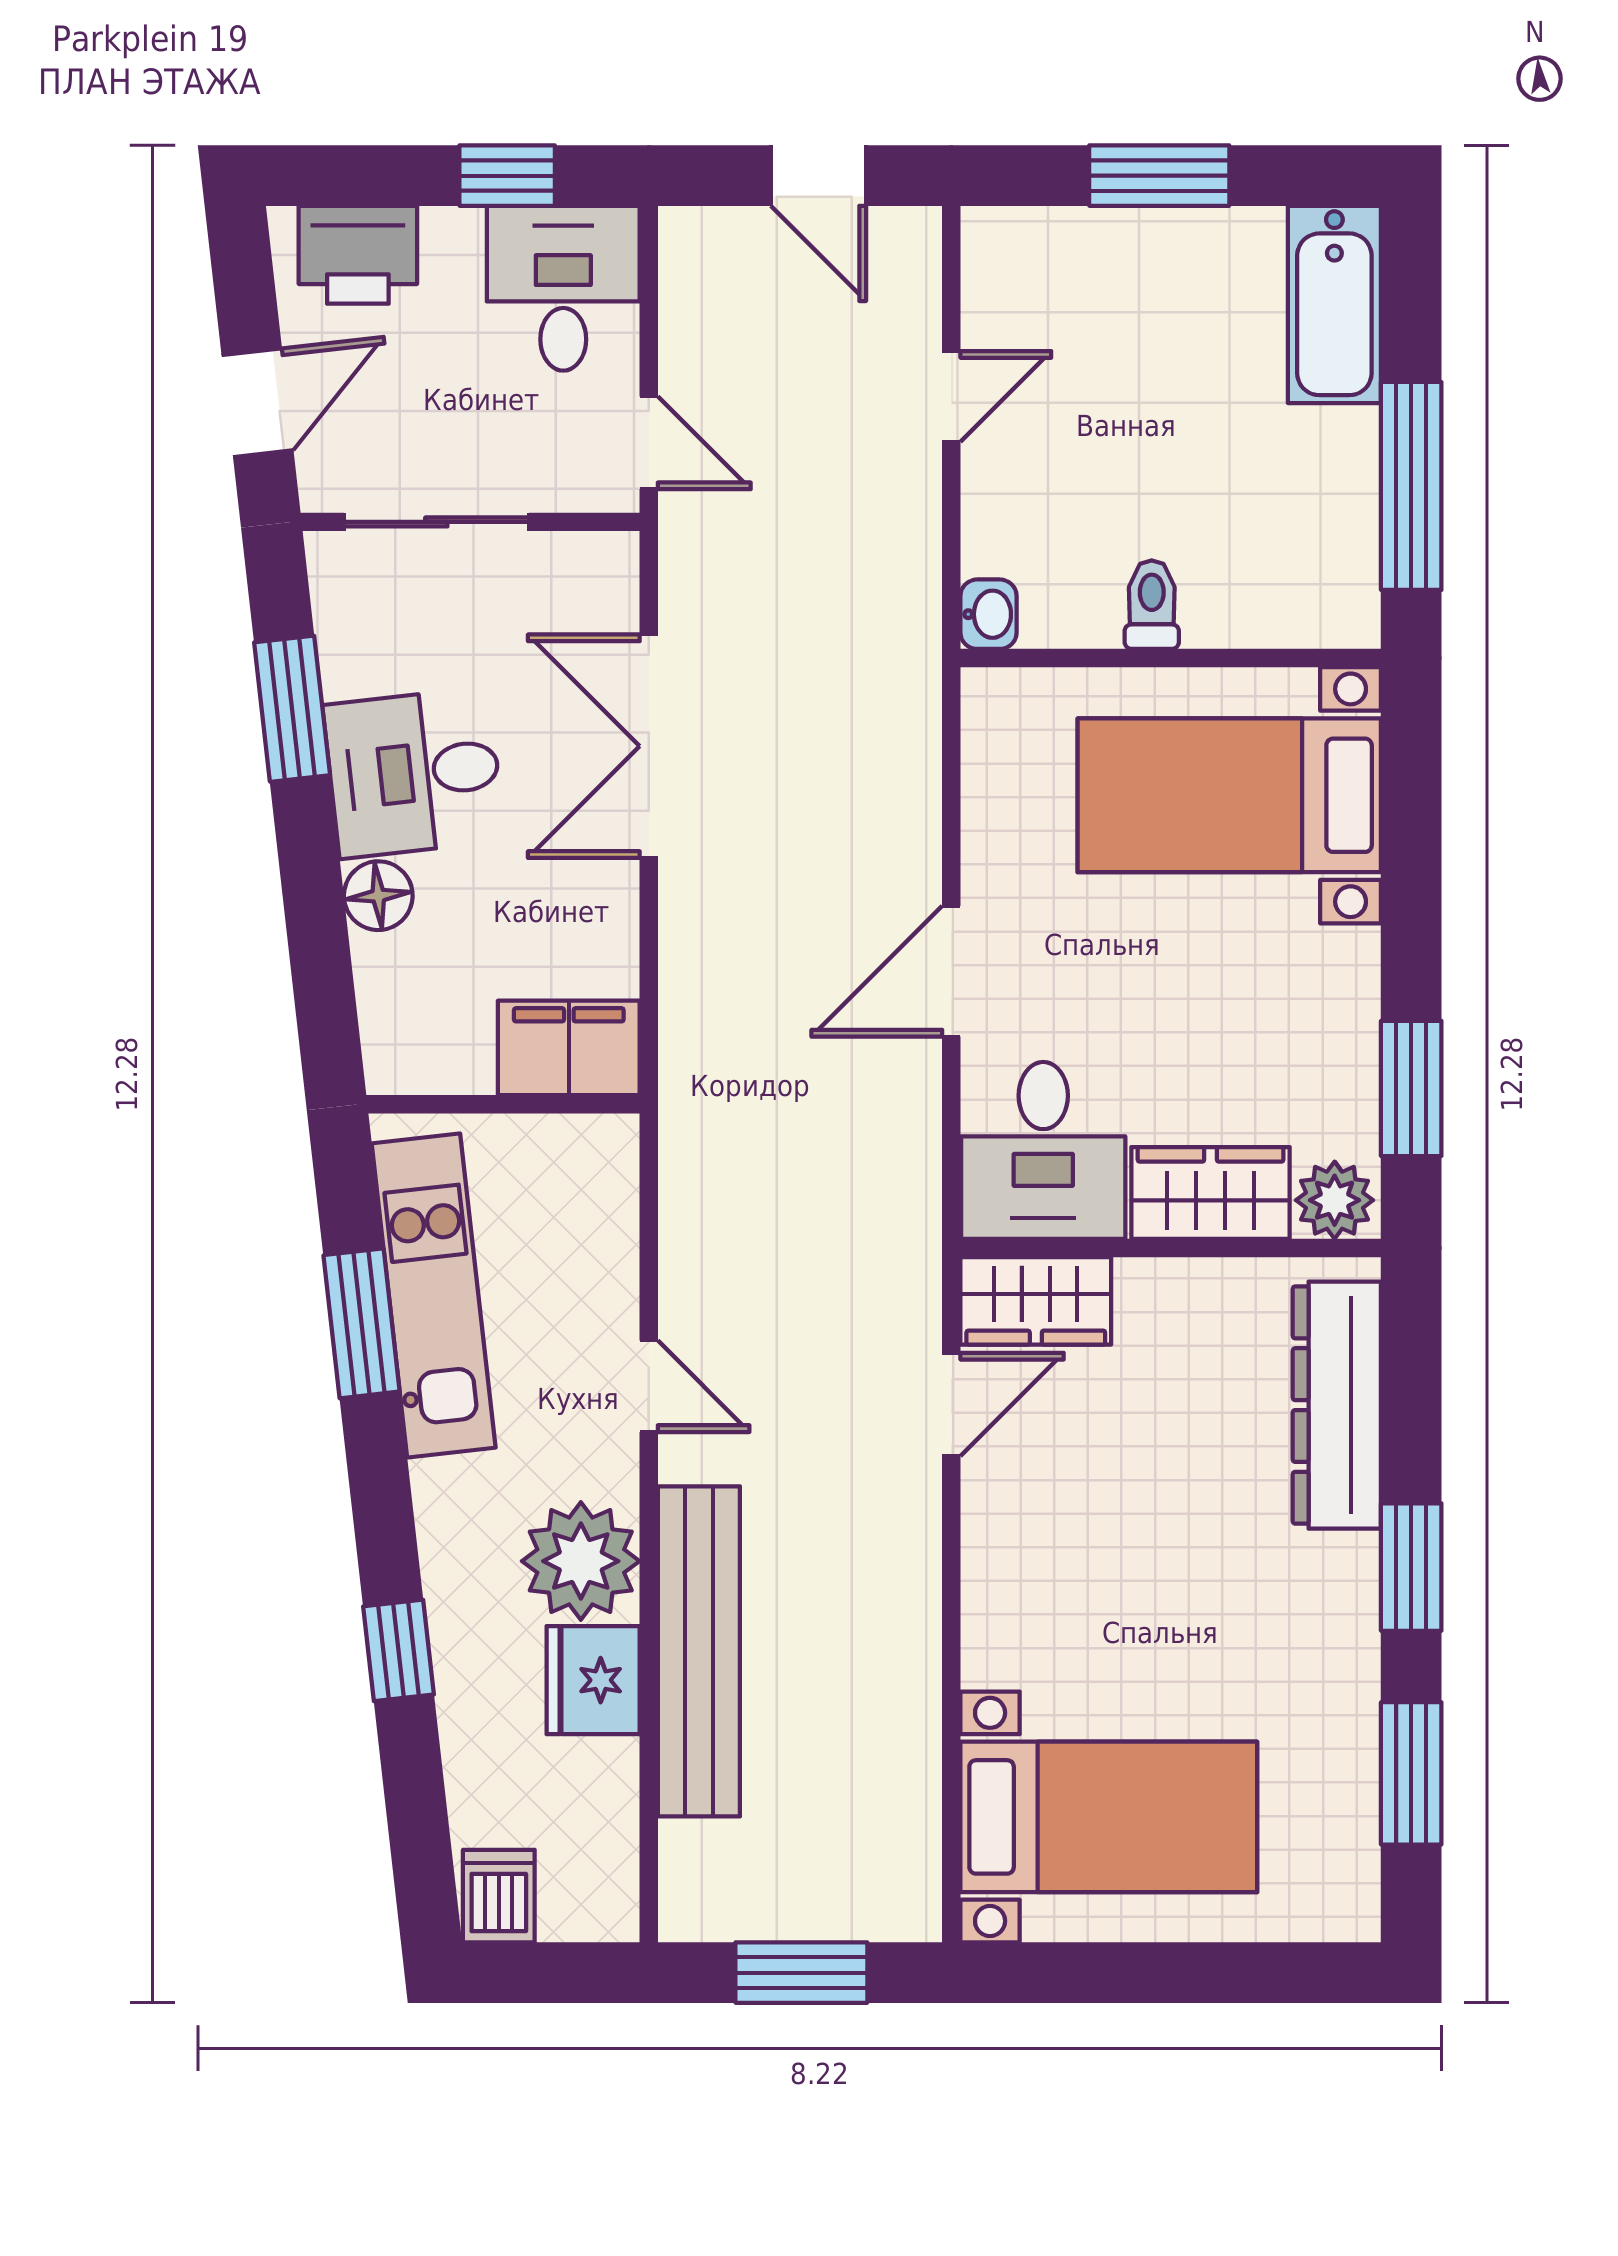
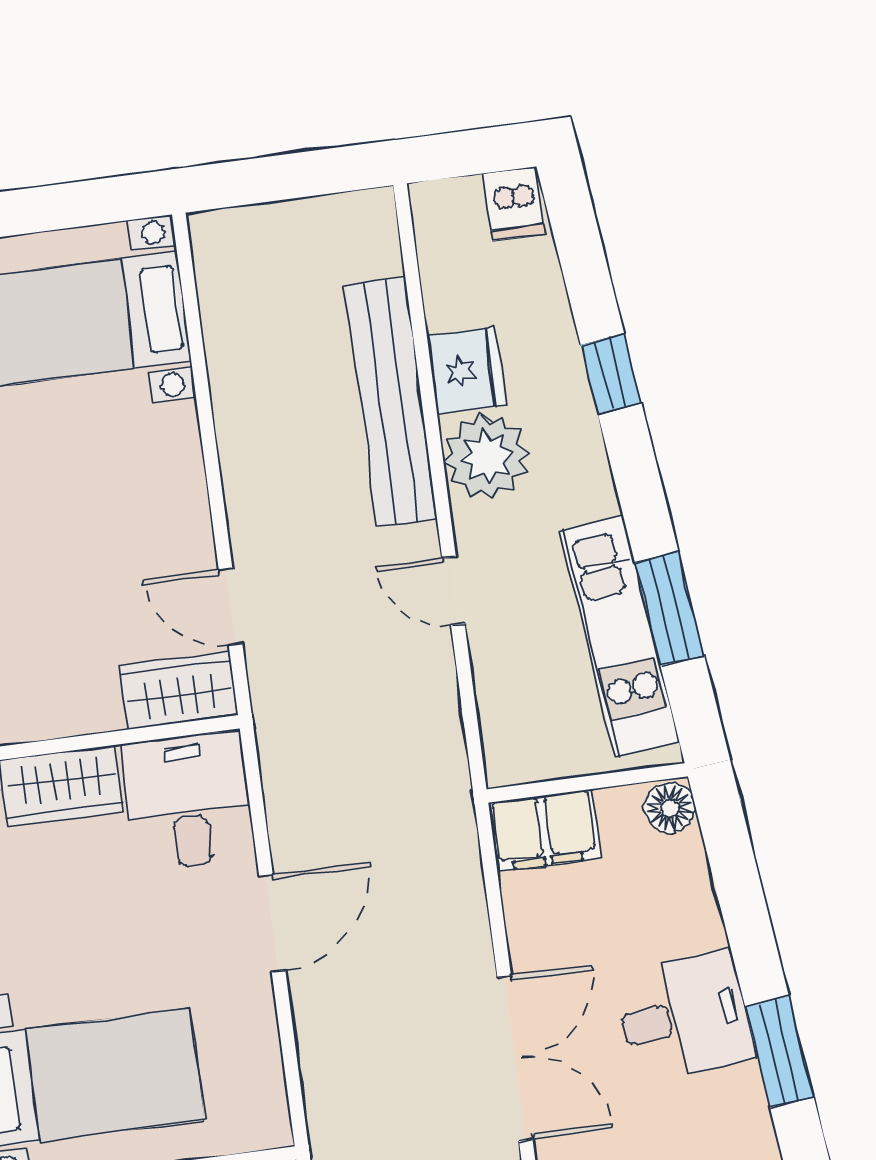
floor lamp: (378, 896) -> (670, 808), moved
door: (951, 1404) -> (231, 607), hinge flipped
window: (801, 1973) -> (285, 177), removed

